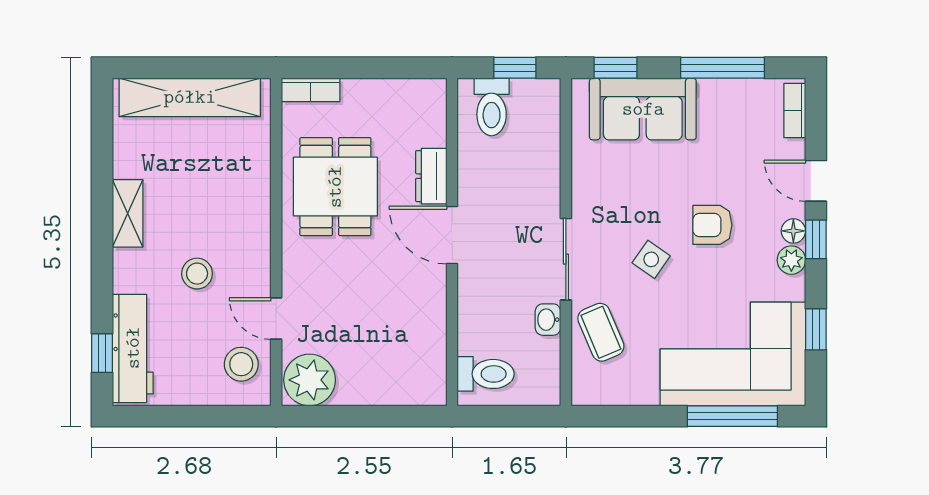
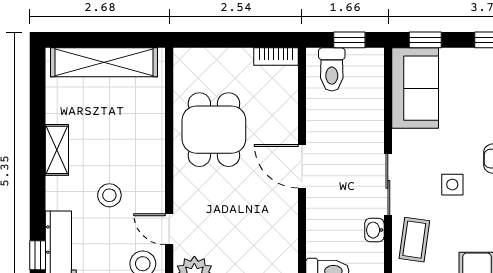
bookcase: (311, 90) -> (276, 57), moved
sofa: (643, 109) -> (415, 88), moved, turned -90
dresser: (431, 176) -> (286, 122), removed
side table: (651, 259) -> (452, 185), turned -35
coffee table: (601, 332) -> (414, 240), turned 31

